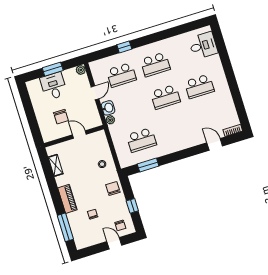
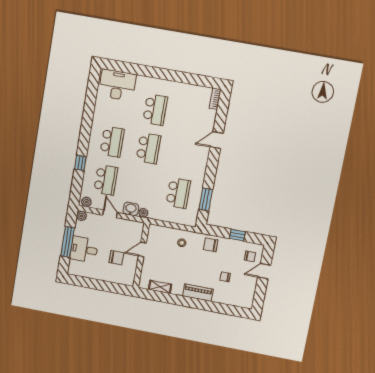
desk: (203, 46) -> (117, 85), width x1.37
plant: (95, 68) -> (86, 202), added
window: (53, 69) -> (68, 242), width x1.44
door: (215, 144) -> (217, 140), moved
window: (65, 227) -> (224, 309), removed

